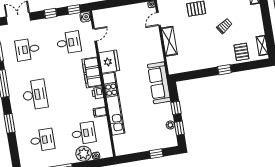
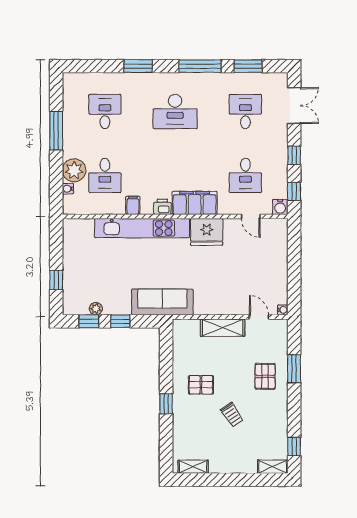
pallet: (241, 52) -> (201, 385), moved
desk: (42, 140) -> (105, 111), turned 180

